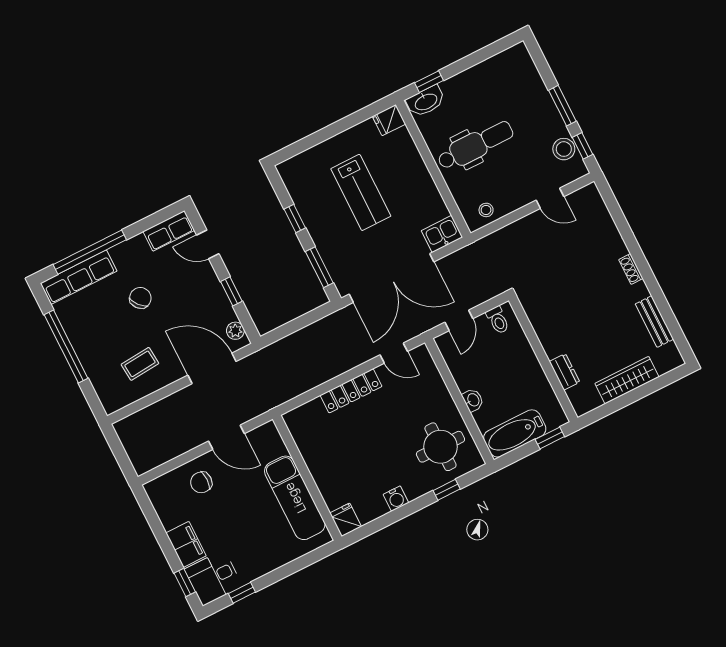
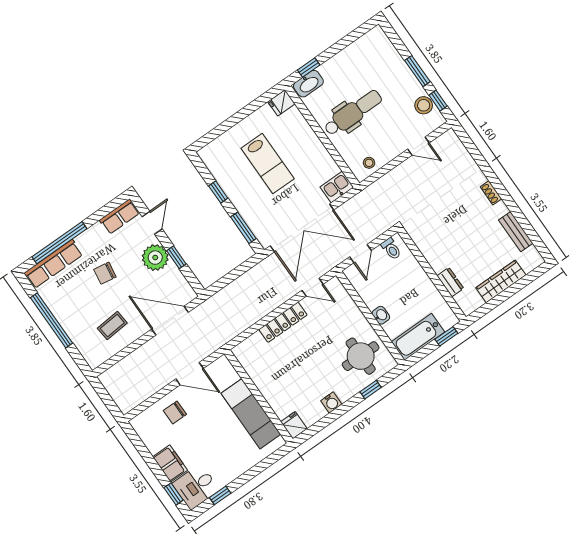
door: (208, 244) -> (152, 223), swing flipped
chair: (140, 298) -> (105, 273), turned -131
plant: (235, 331) -> (155, 258), moved, width x1.88, depth x1.88

